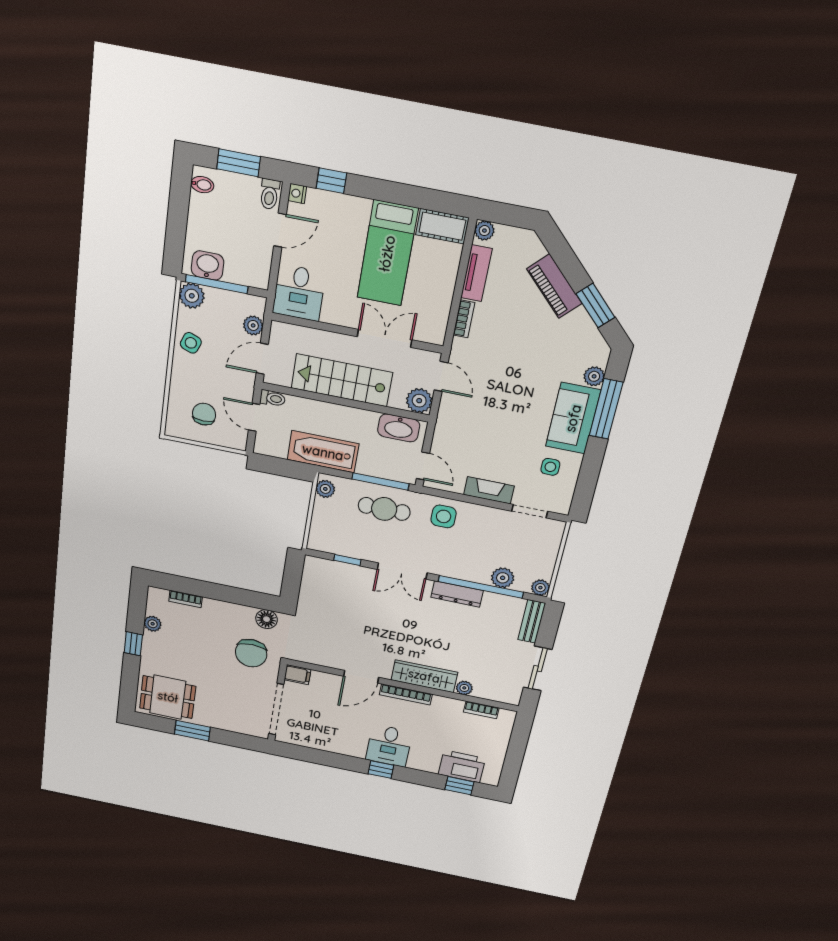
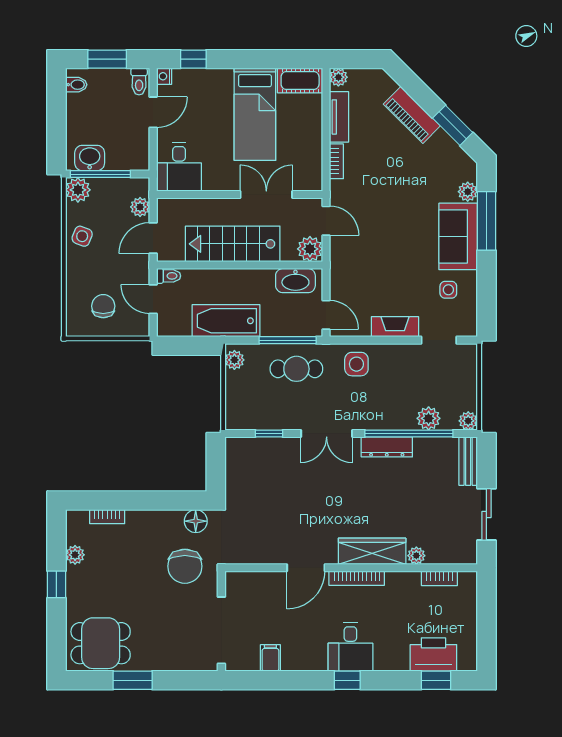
filing cabinet: (298, 675) -> (270, 658), moved, turned -90

